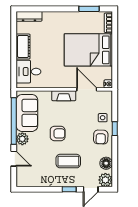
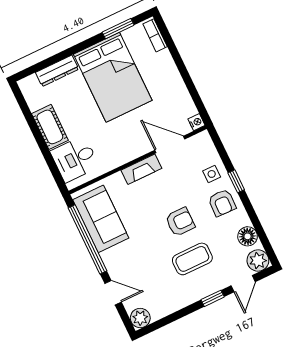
dresser: (29, 16) -> (57, 71), moved
bed: (88, 50) -> (113, 77), moved, turned -90
armchair: (58, 133) -> (180, 222), moved
plant: (22, 139) -> (140, 318), moved

